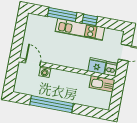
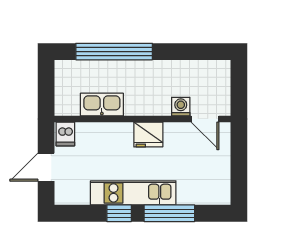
fridge: (97, 66) -> (148, 135), moved
kitchen sink: (102, 84) -> (102, 105), moved
window: (52, 104) -> (114, 52), moved

